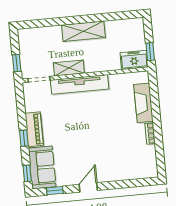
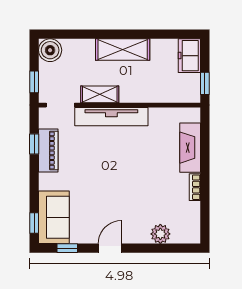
boiler: (27, 37) -> (50, 50), added
freezer: (134, 60) -> (189, 56), moved, turned -90
piano: (34, 129) -> (48, 150), moved
window: (24, 138) -> (34, 144), moved
plant: (127, 173) -> (160, 234), added

